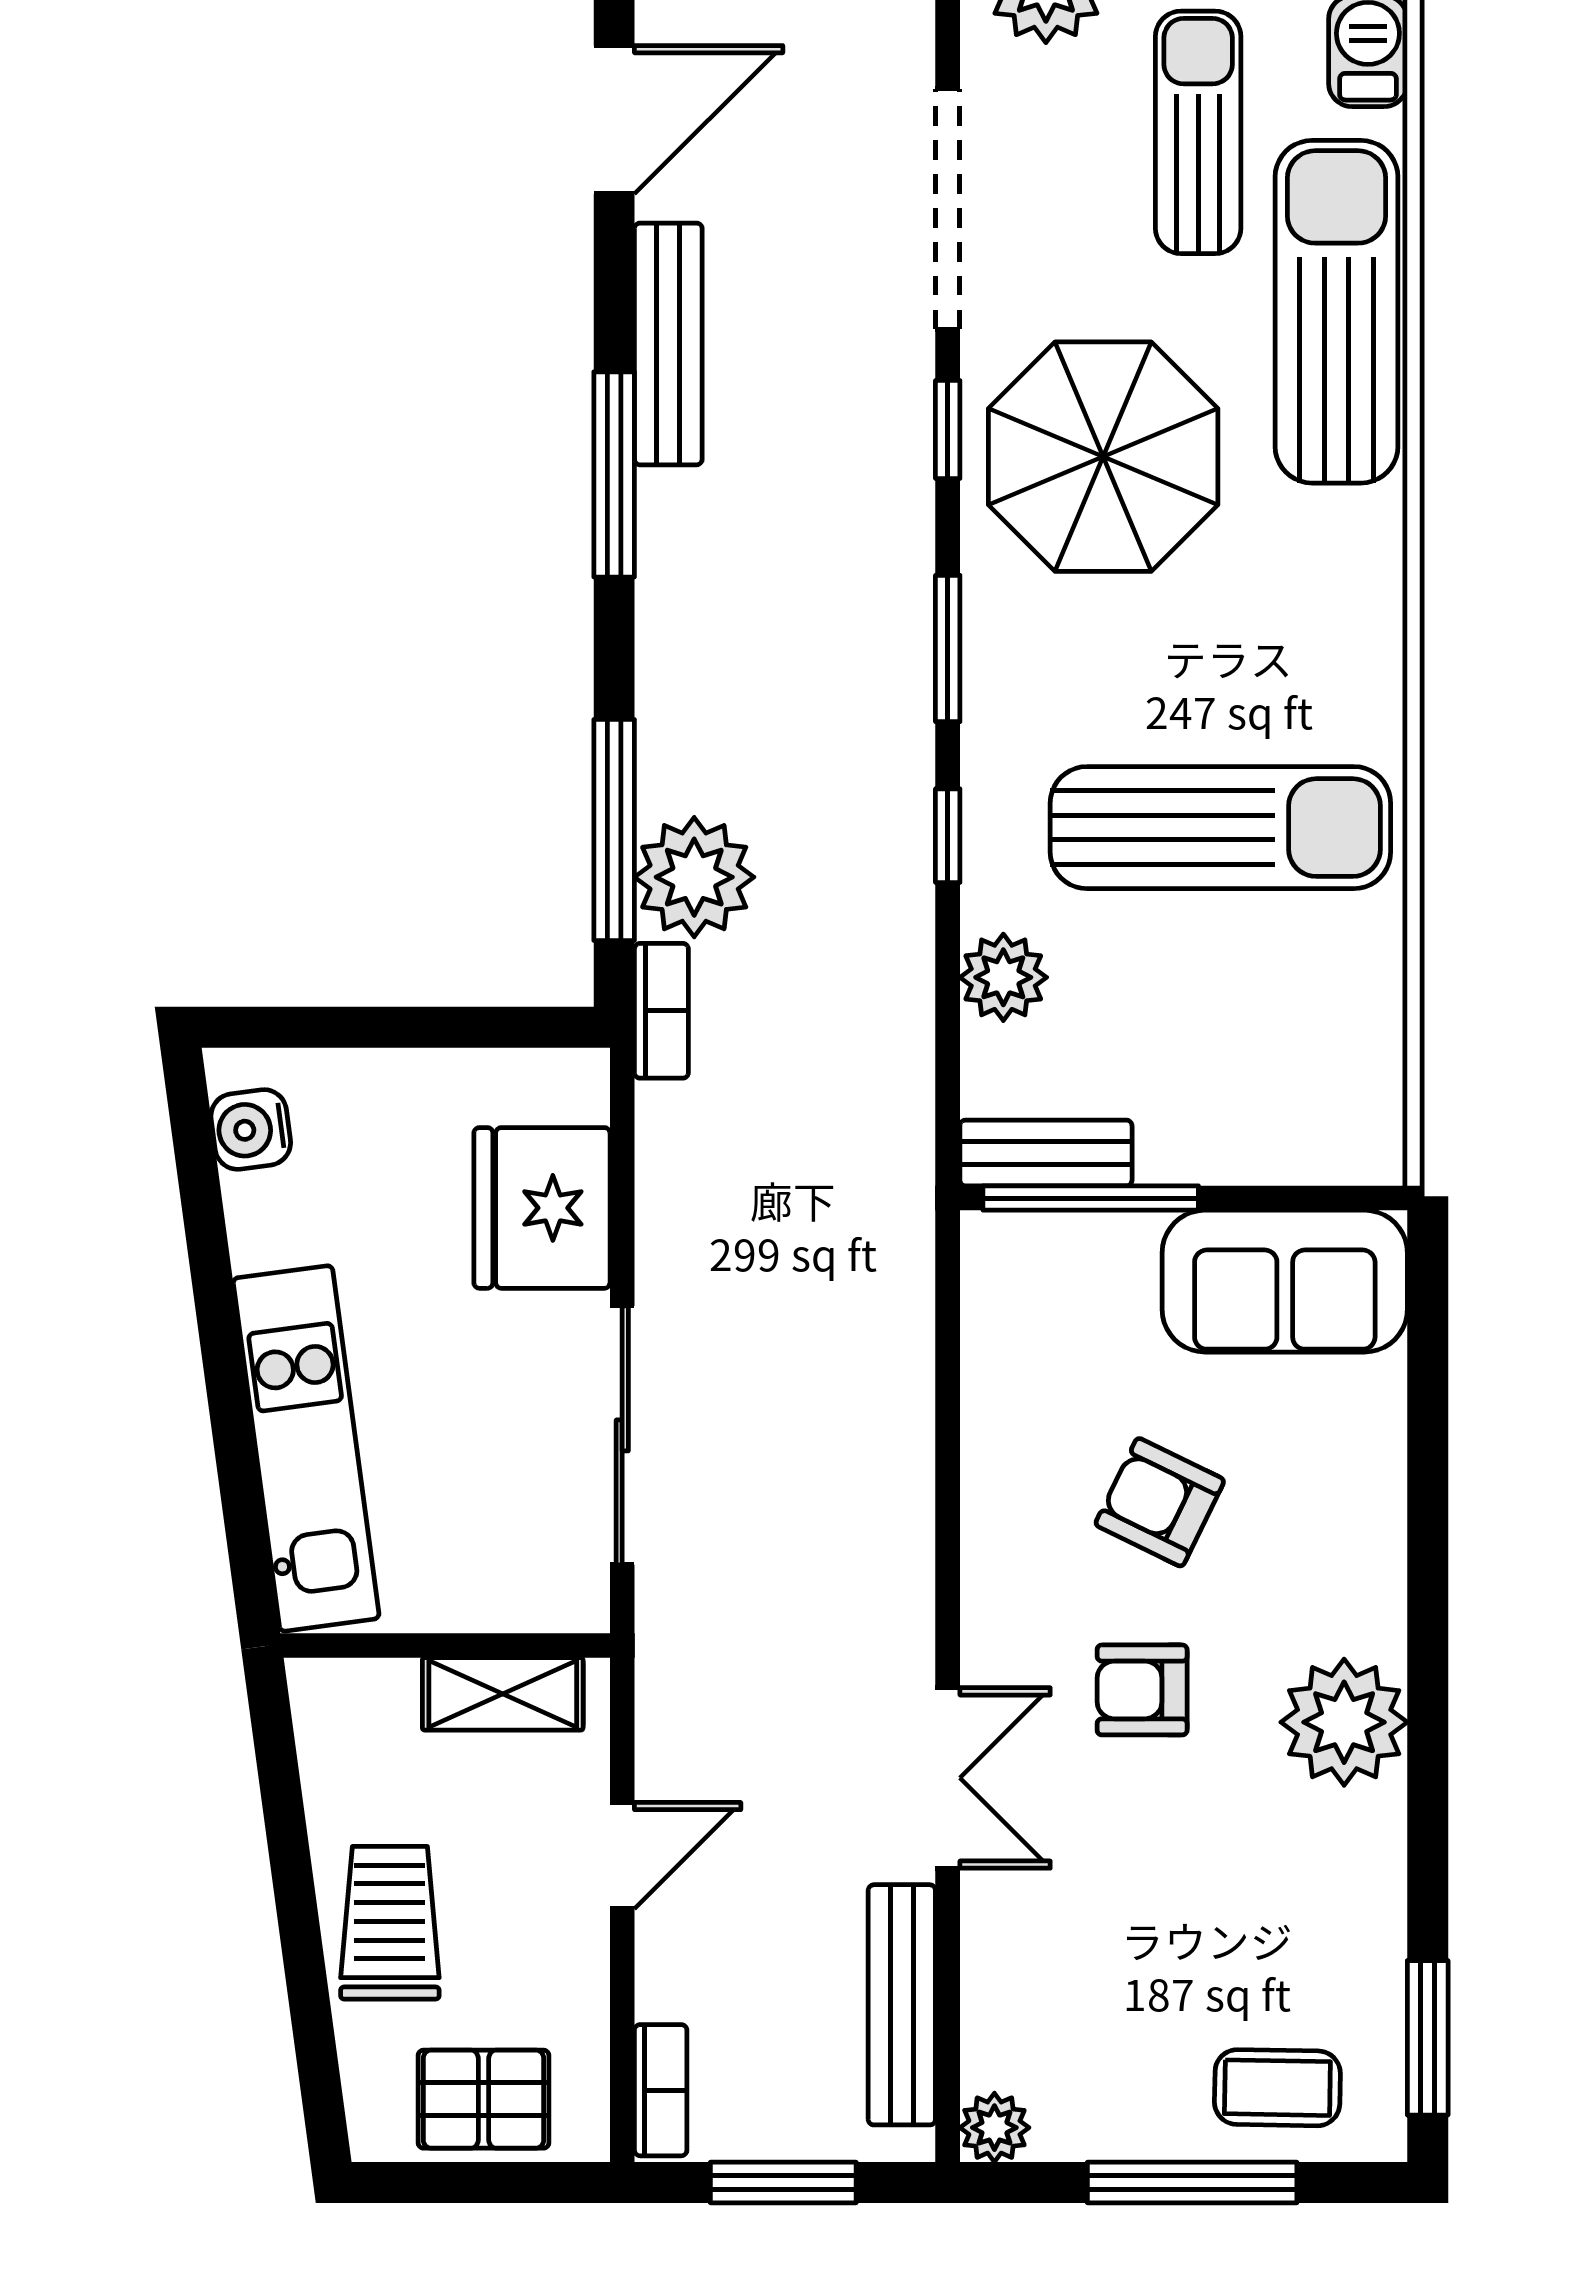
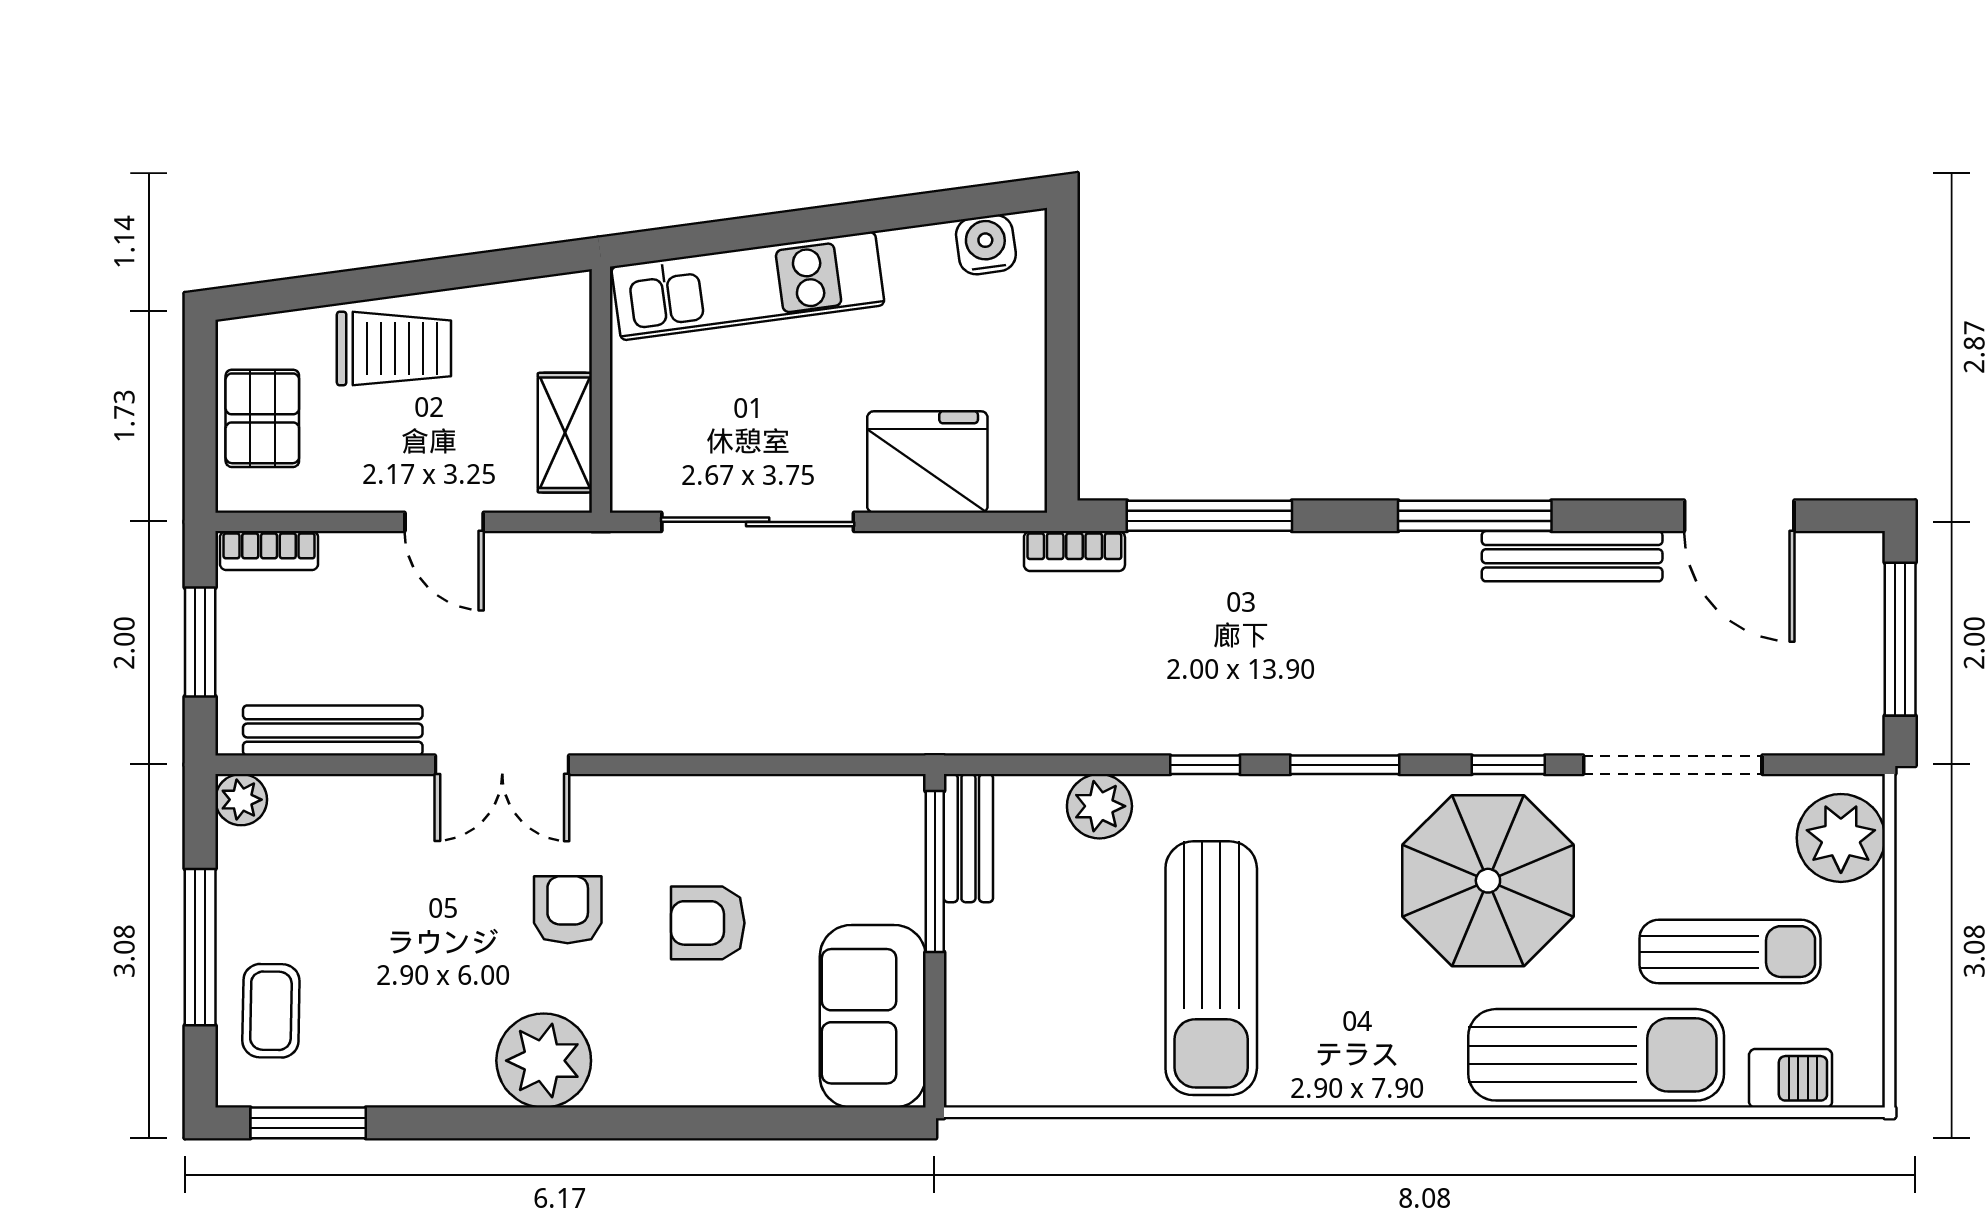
plant: (694, 877) -> (1174, 576), removed
armchair: (1160, 1502) -> (708, 923), turned -116

